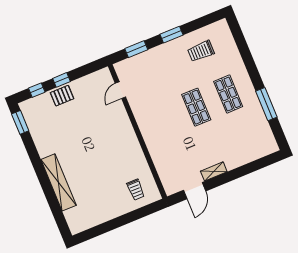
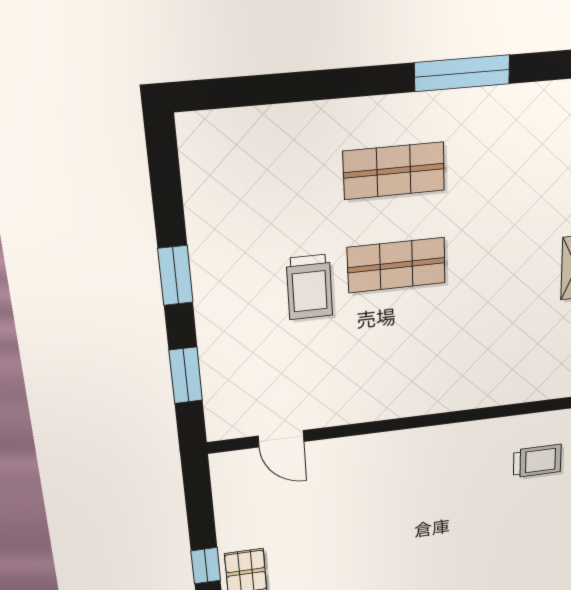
trolley: (201, 51) -> (309, 287), moved

